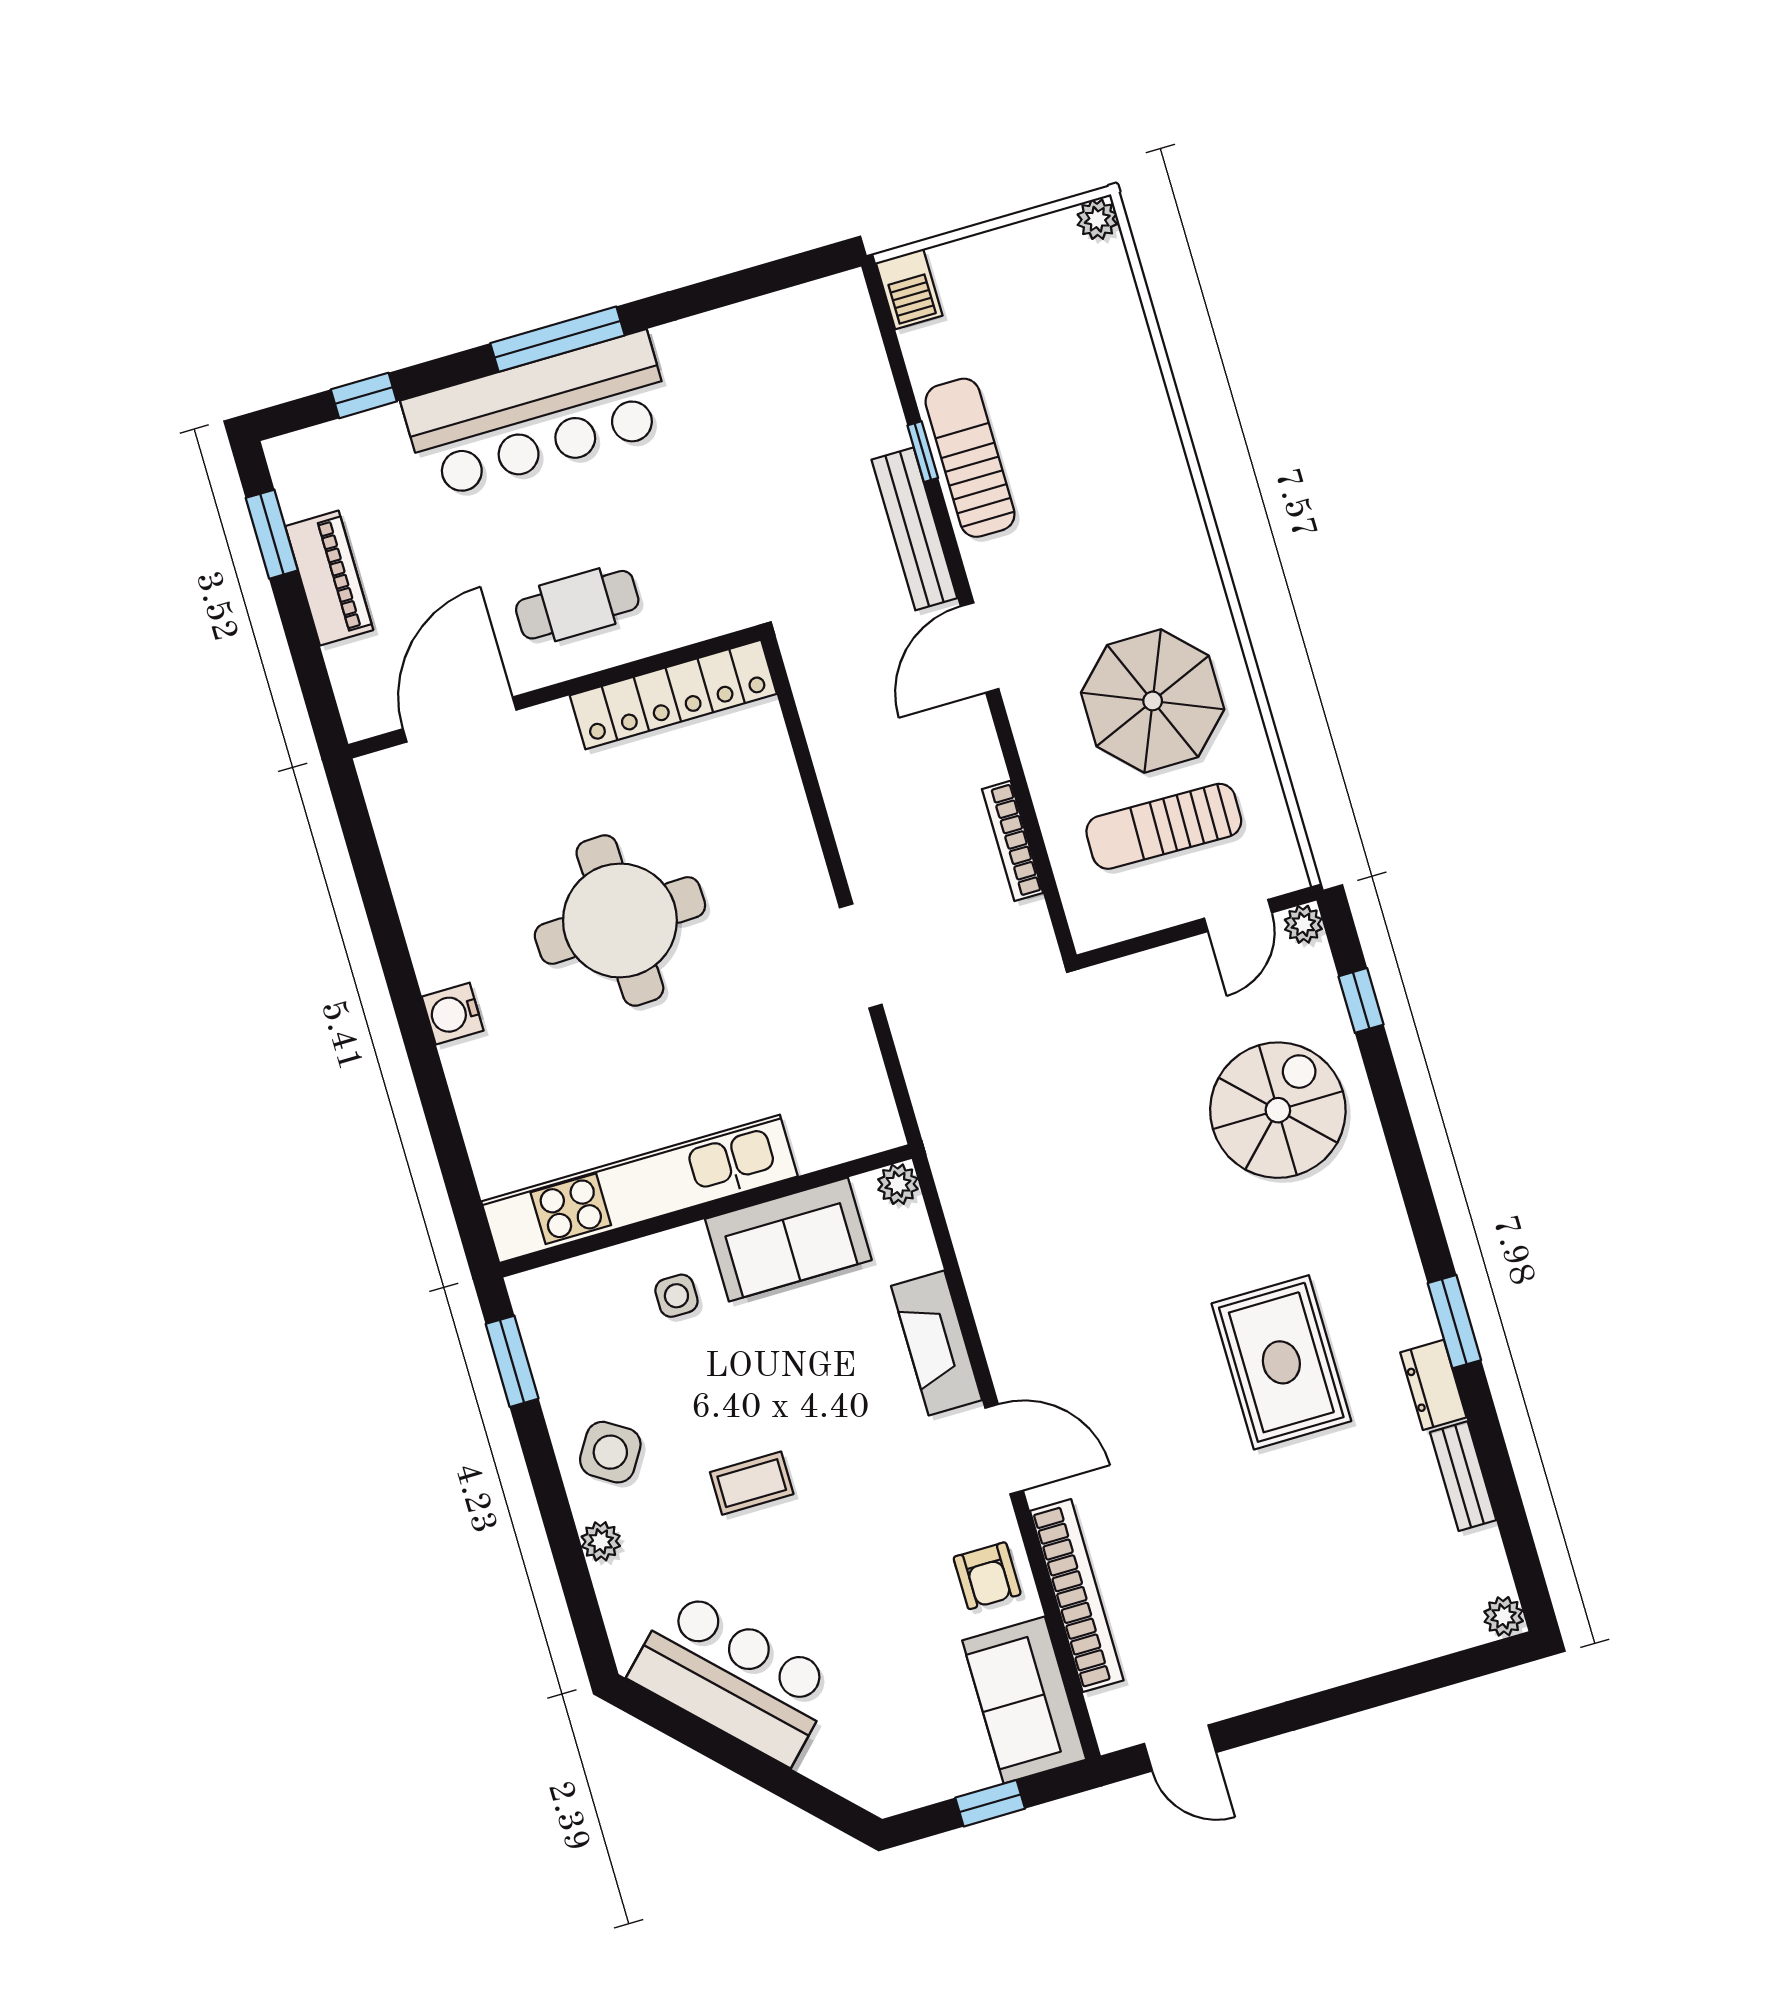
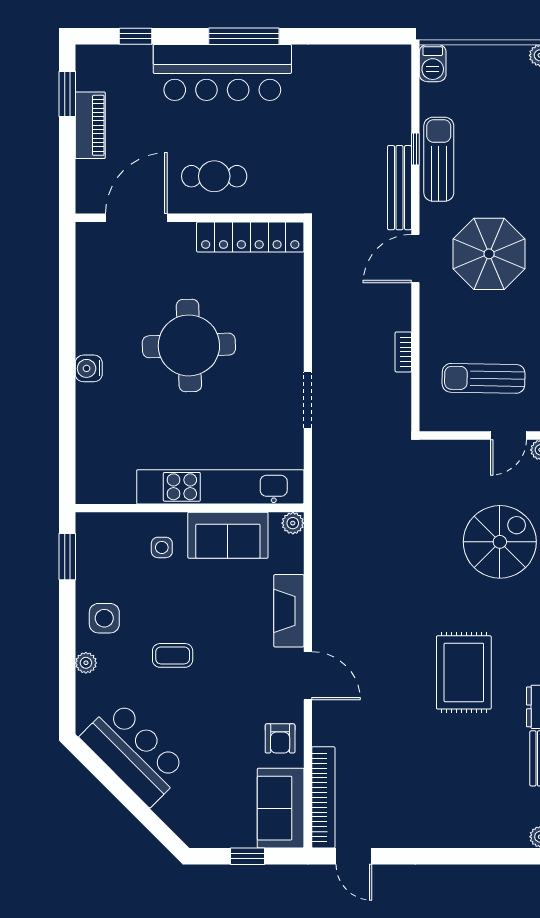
parasol: (1153, 701) -> (489, 254), moved
bookcase: (1012, 841) -> (403, 352), width x0.64
kitchen unit: (640, 1189) -> (220, 487), moved
side table: (610, 1452) -> (104, 618), turned -32
bookcase: (1077, 1596) -> (323, 797), moved

